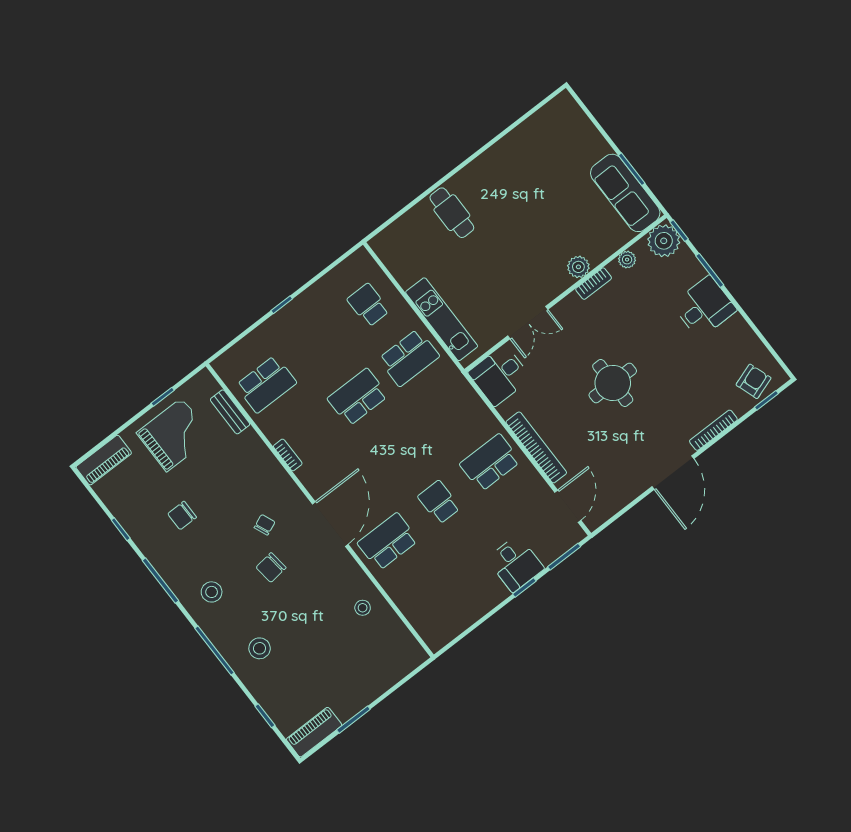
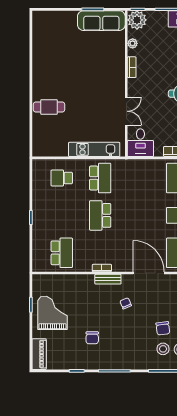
plant: (578, 267) -> (119, 68), removed
bench: (230, 412) -> (108, 279), moved
chair: (271, 568) -> (163, 328), moved
stool: (212, 592) -> (163, 349), moved

